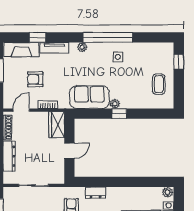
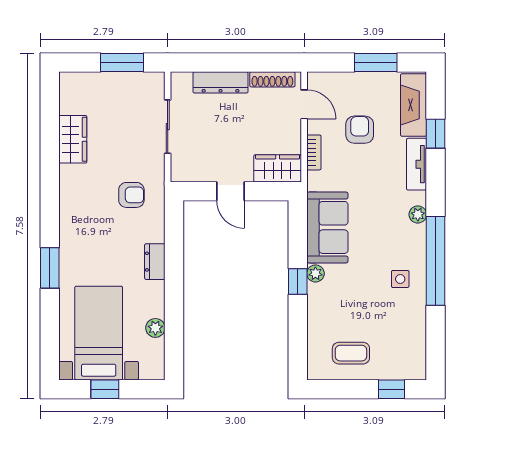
plant: (168, 192) -> (155, 328), moved
dresser: (96, 193) -> (155, 262), moved

